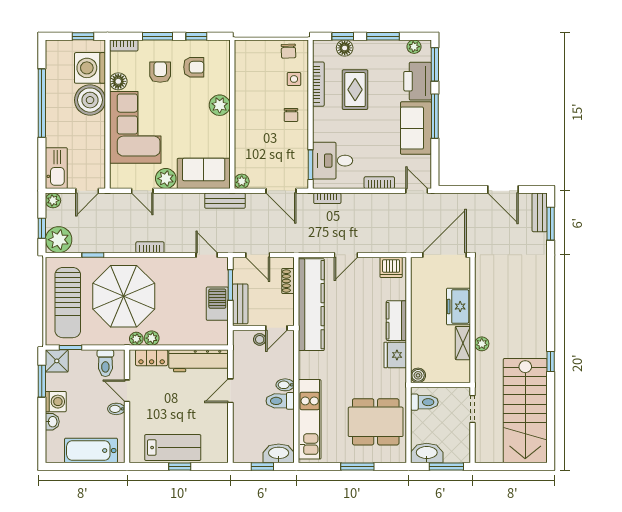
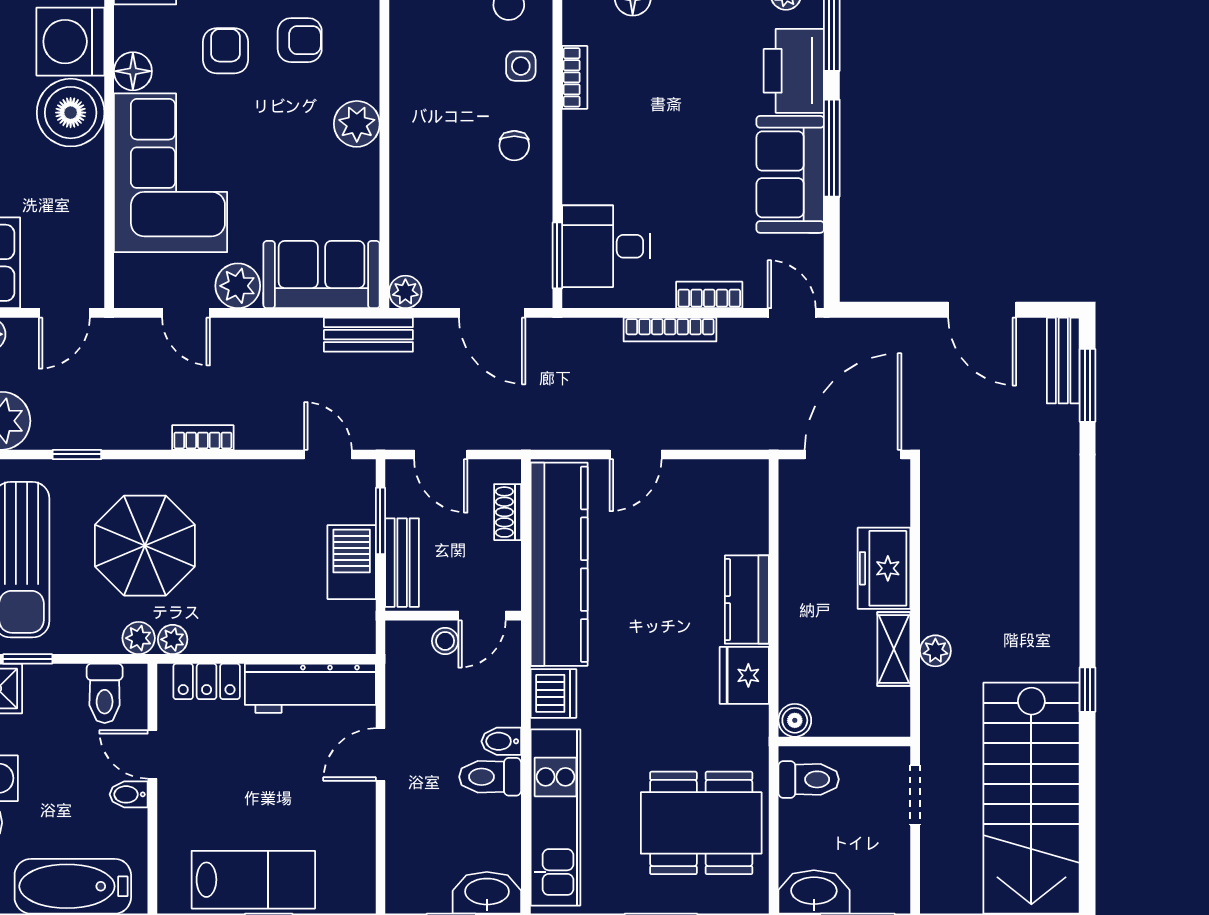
bookcase: (318, 84) -> (575, 77), width x0.64
rug: (355, 90) -> (656, 89), removed
bookcase: (327, 198) -> (670, 330), moved, width x1.56
dishwasher: (391, 267) -> (553, 693), moved, turned -90
parasol: (124, 296) -> (145, 546), width x0.73, depth x0.73
plant: (152, 338) -> (139, 638), moved

